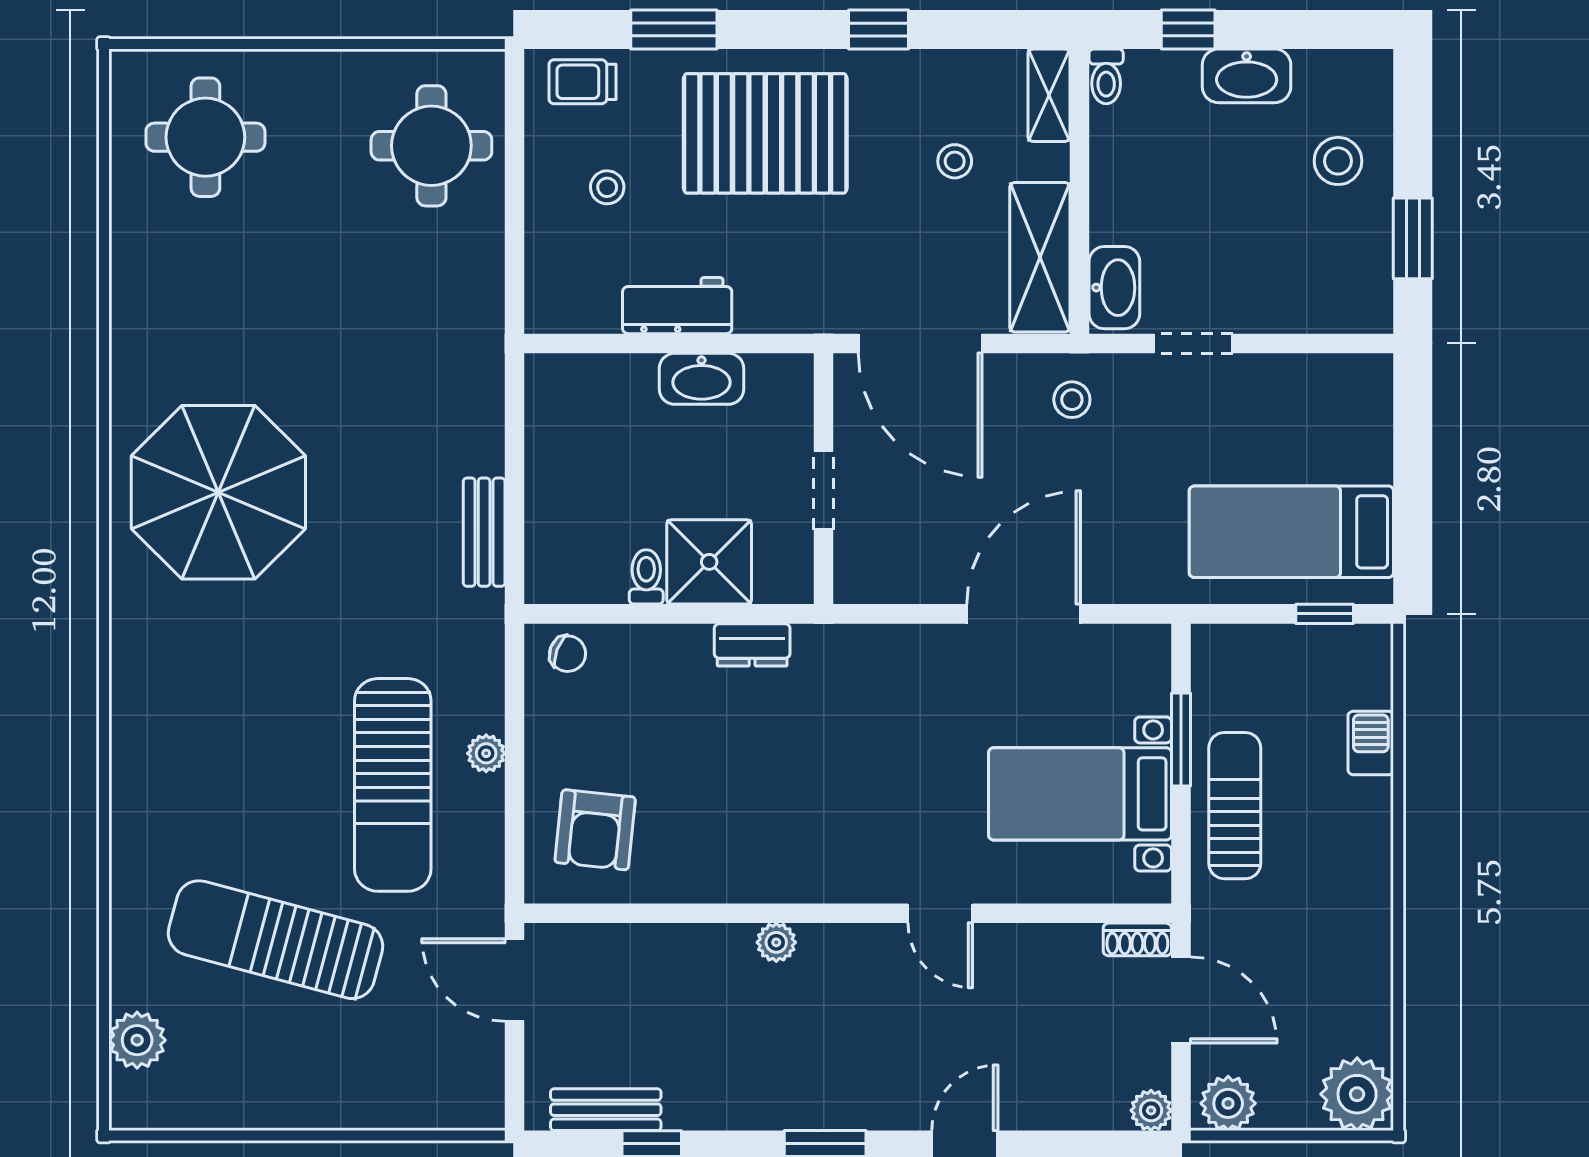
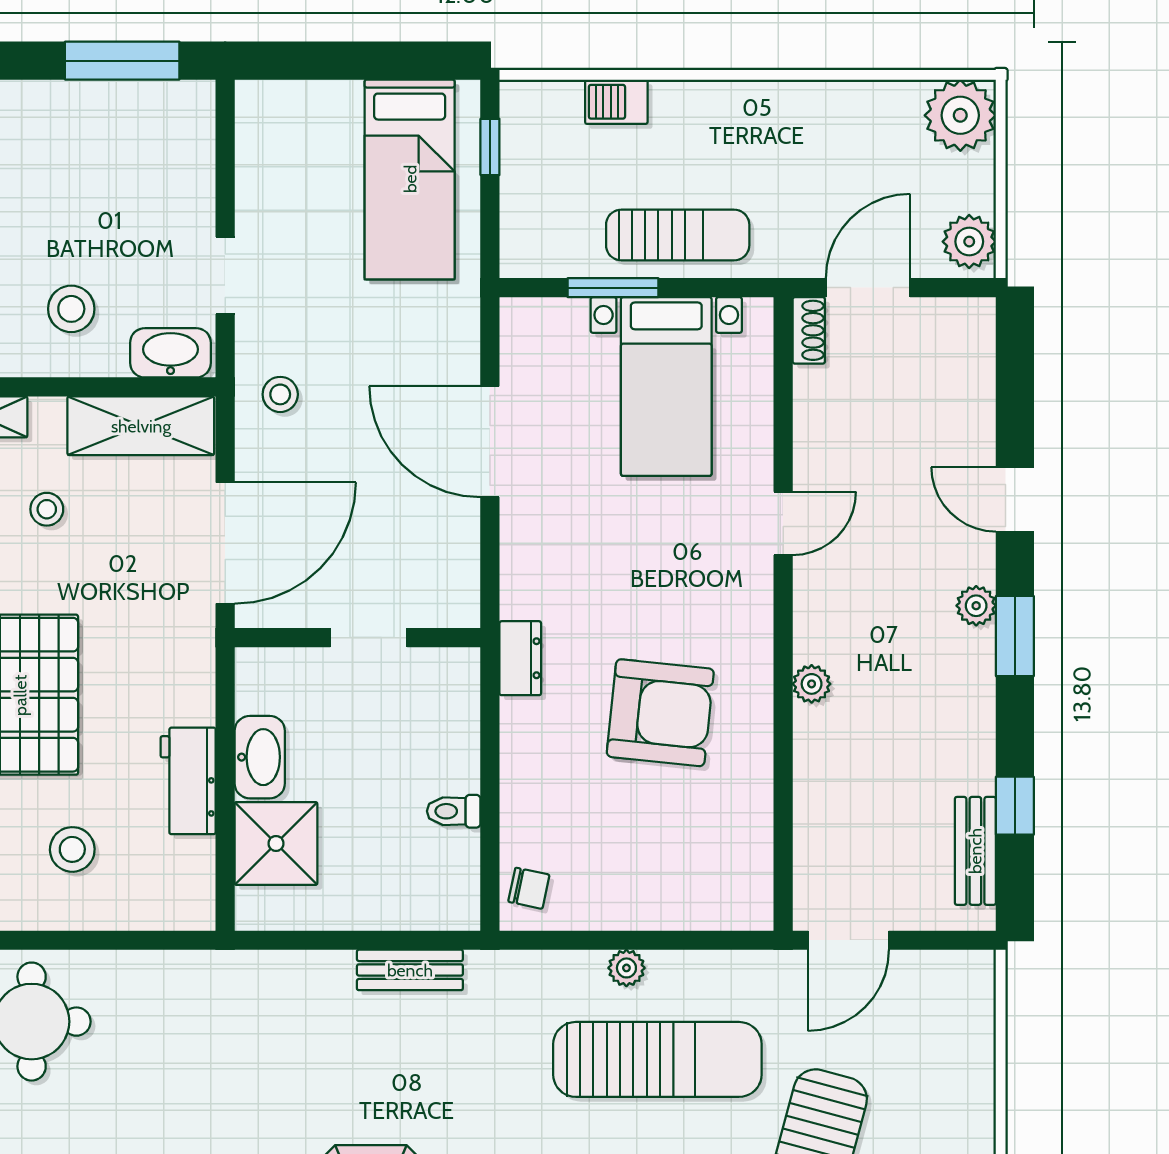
stool: (1338, 161) -> (71, 309), moved
stool: (607, 187) -> (72, 849), width x1.37, depth x1.37
window: (1413, 238) -> (122, 61), width x1.44
shower: (709, 562) -> (276, 843), moved
dresser: (752, 645) -> (520, 658), moved
chair: (568, 654) -> (529, 888), turned 81
sun lounger: (1235, 806) -> (678, 235), turned 180
armchair: (595, 830) -> (660, 713), moved, width x1.36, depth x1.36
plant: (1151, 1110) -> (976, 606), moved

